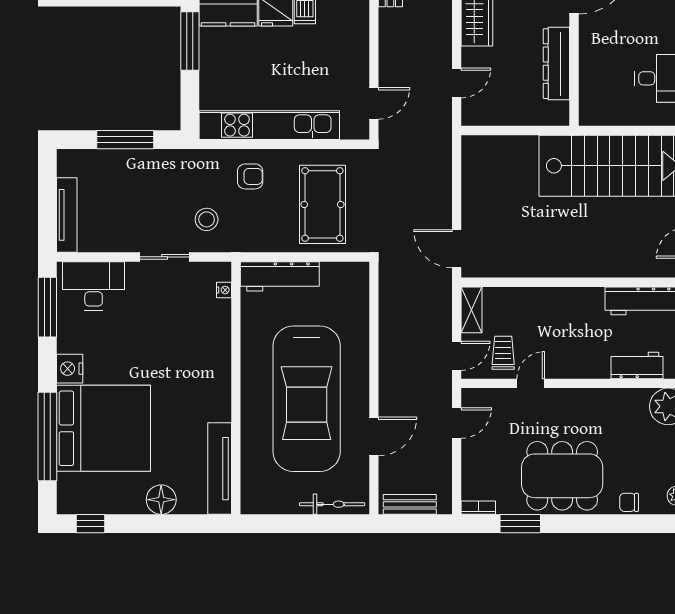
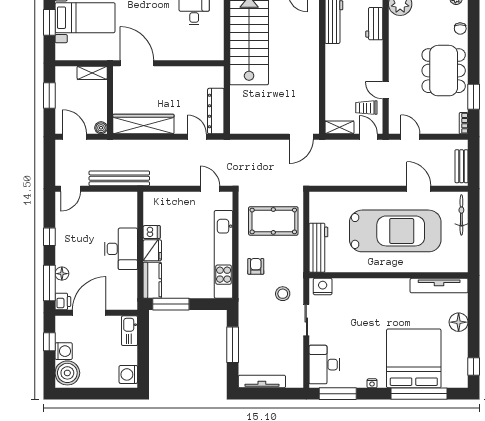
dresser: (556, 64) -> (216, 111), moved, turned 90
tv unit: (67, 215) -> (262, 382), moved
nightstand: (224, 290) -> (323, 286), width x1.89, depth x1.79
nightstand: (70, 369) -> (372, 383), width x0.53, depth x0.56

